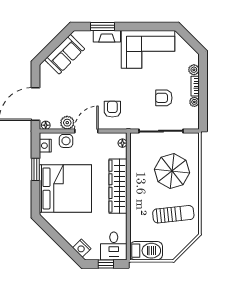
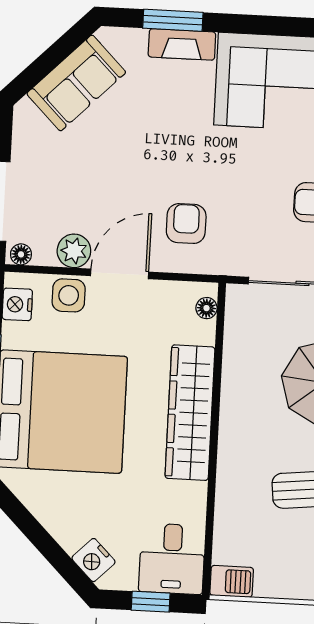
barbecue: (146, 251) -> (232, 581), width x0.53, depth x0.65

